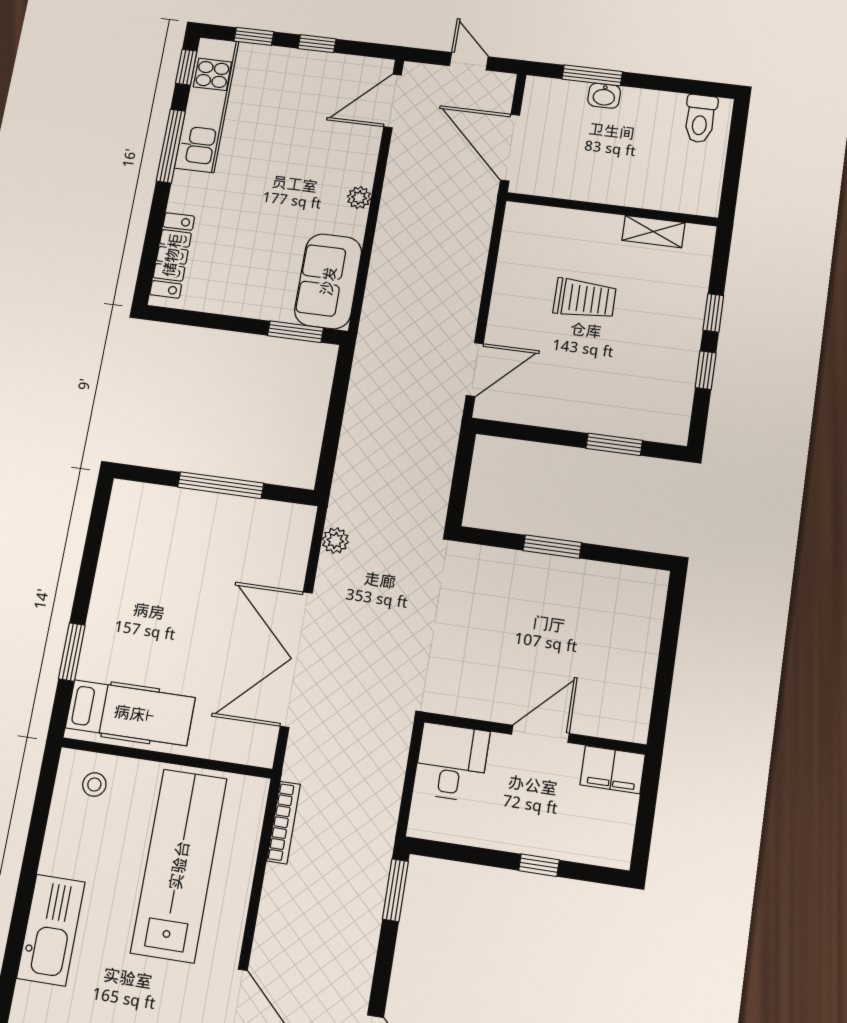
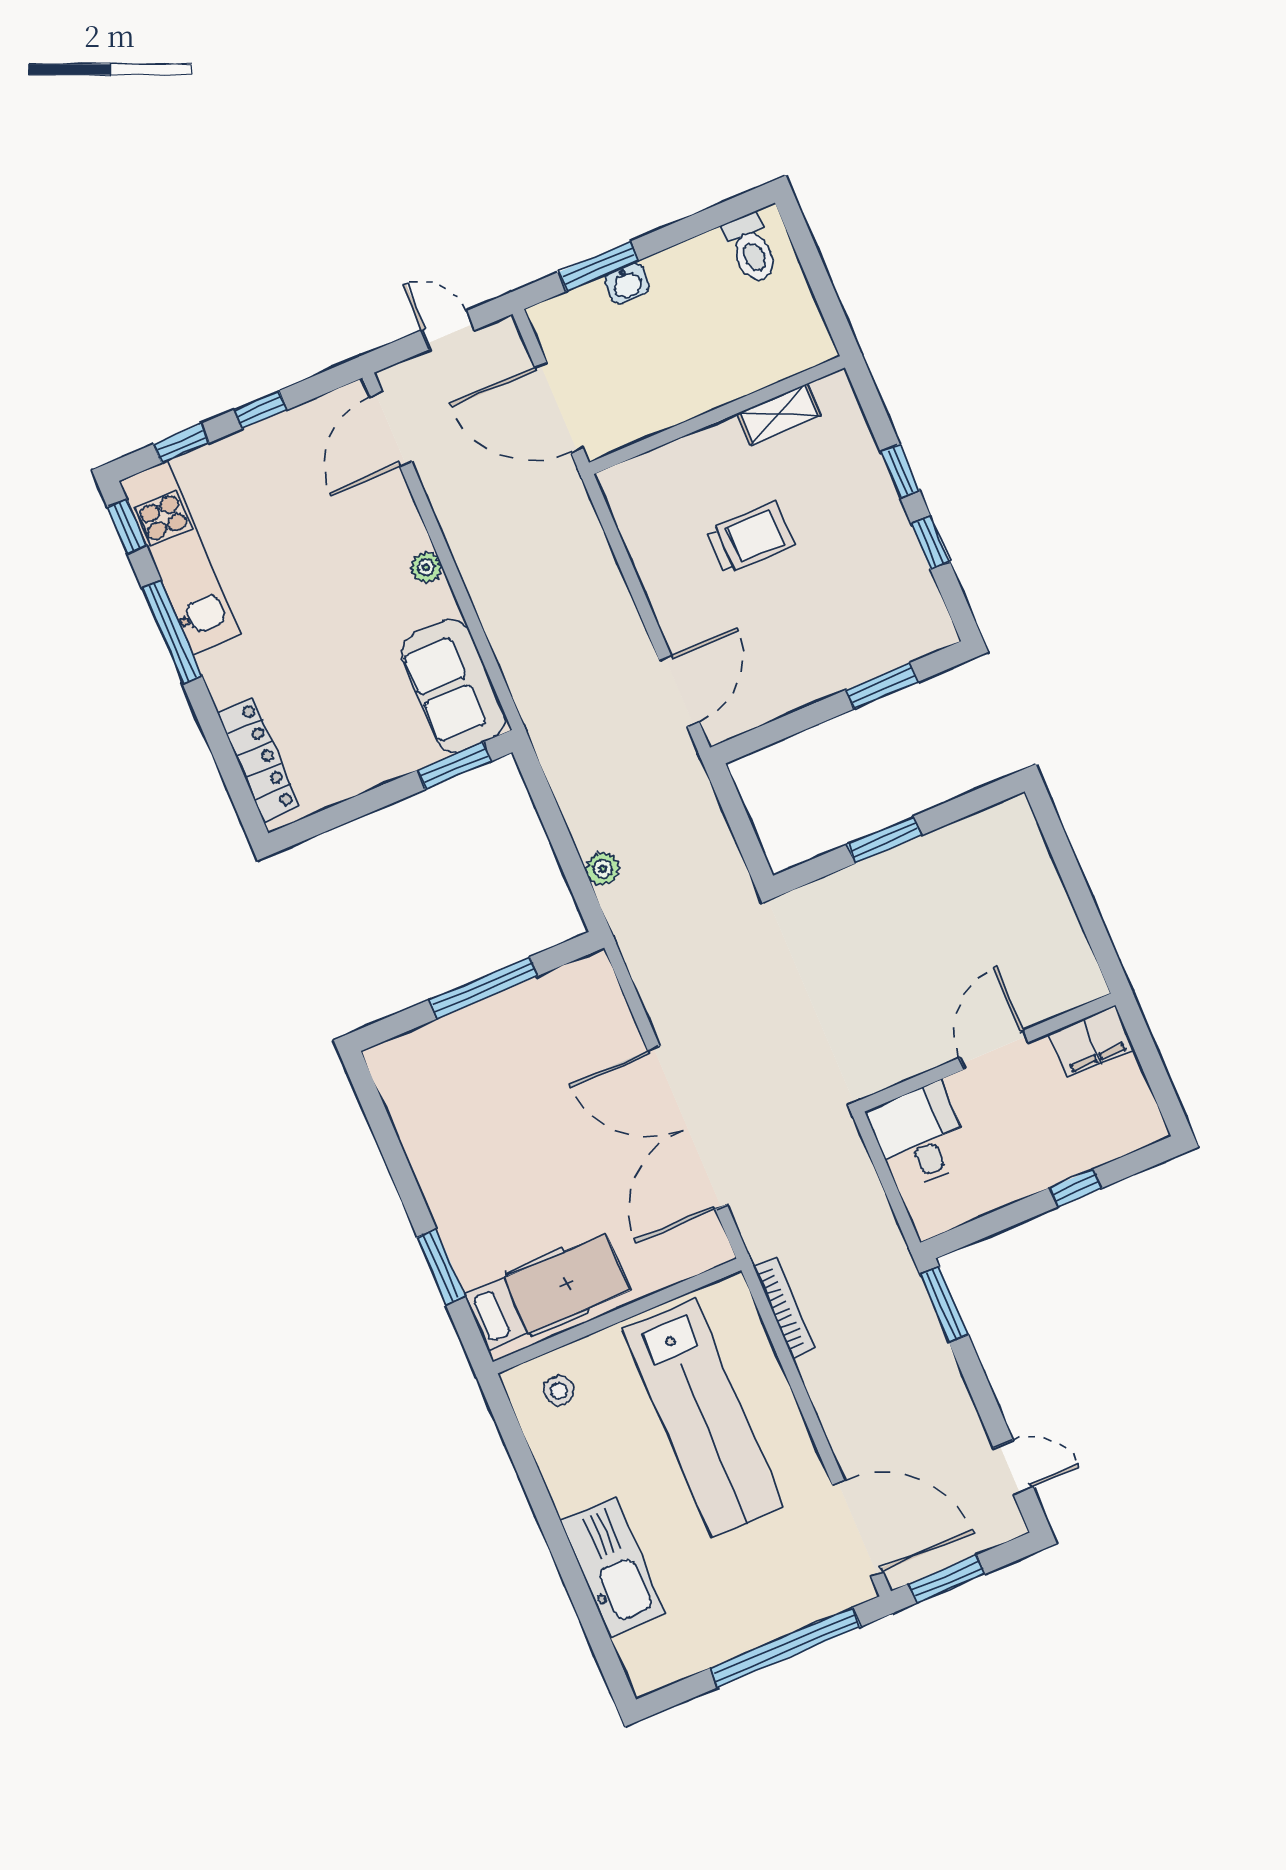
plant: (335, 541) -> (603, 869), moved
lab bench: (179, 865) -> (703, 1419), turned 180

